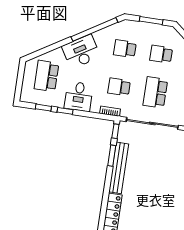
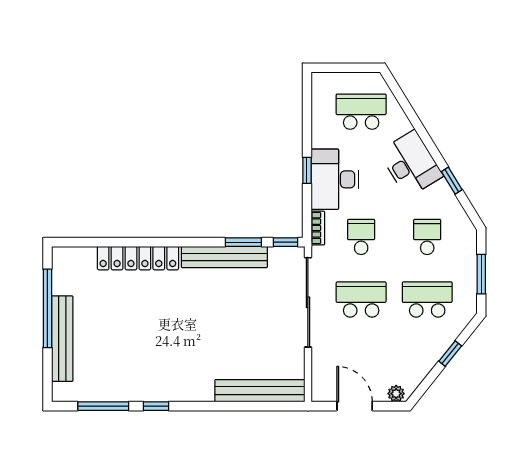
window: (94, 29) -> (452, 181), width x0.32
school desk: (161, 54) -> (427, 300), width x1.85
desk: (79, 96) -> (335, 179), width x1.37
window: (43, 108) -> (307, 114), removed
window: (65, 111) -> (307, 170), moved

